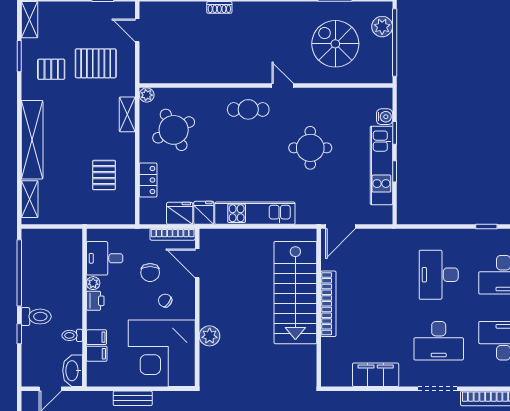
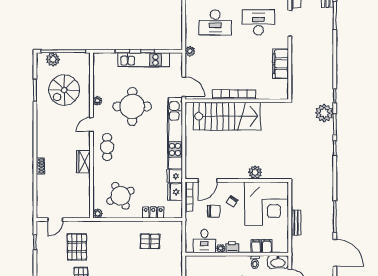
wardrobe: (226, 73) -> (84, 162), added
plant: (319, 95) -> (97, 101), added
shelving: (127, 114) -> (110, 226), removed
water cooler: (385, 117) -> (112, 58), removed
round table: (310, 148) -> (132, 106), width x1.36, depth x1.36
kitchen unit: (255, 213) -> (175, 133), width x1.36
plant: (395, 236) -> (190, 51), added
desk: (439, 341) -> (258, 22), turned -90

